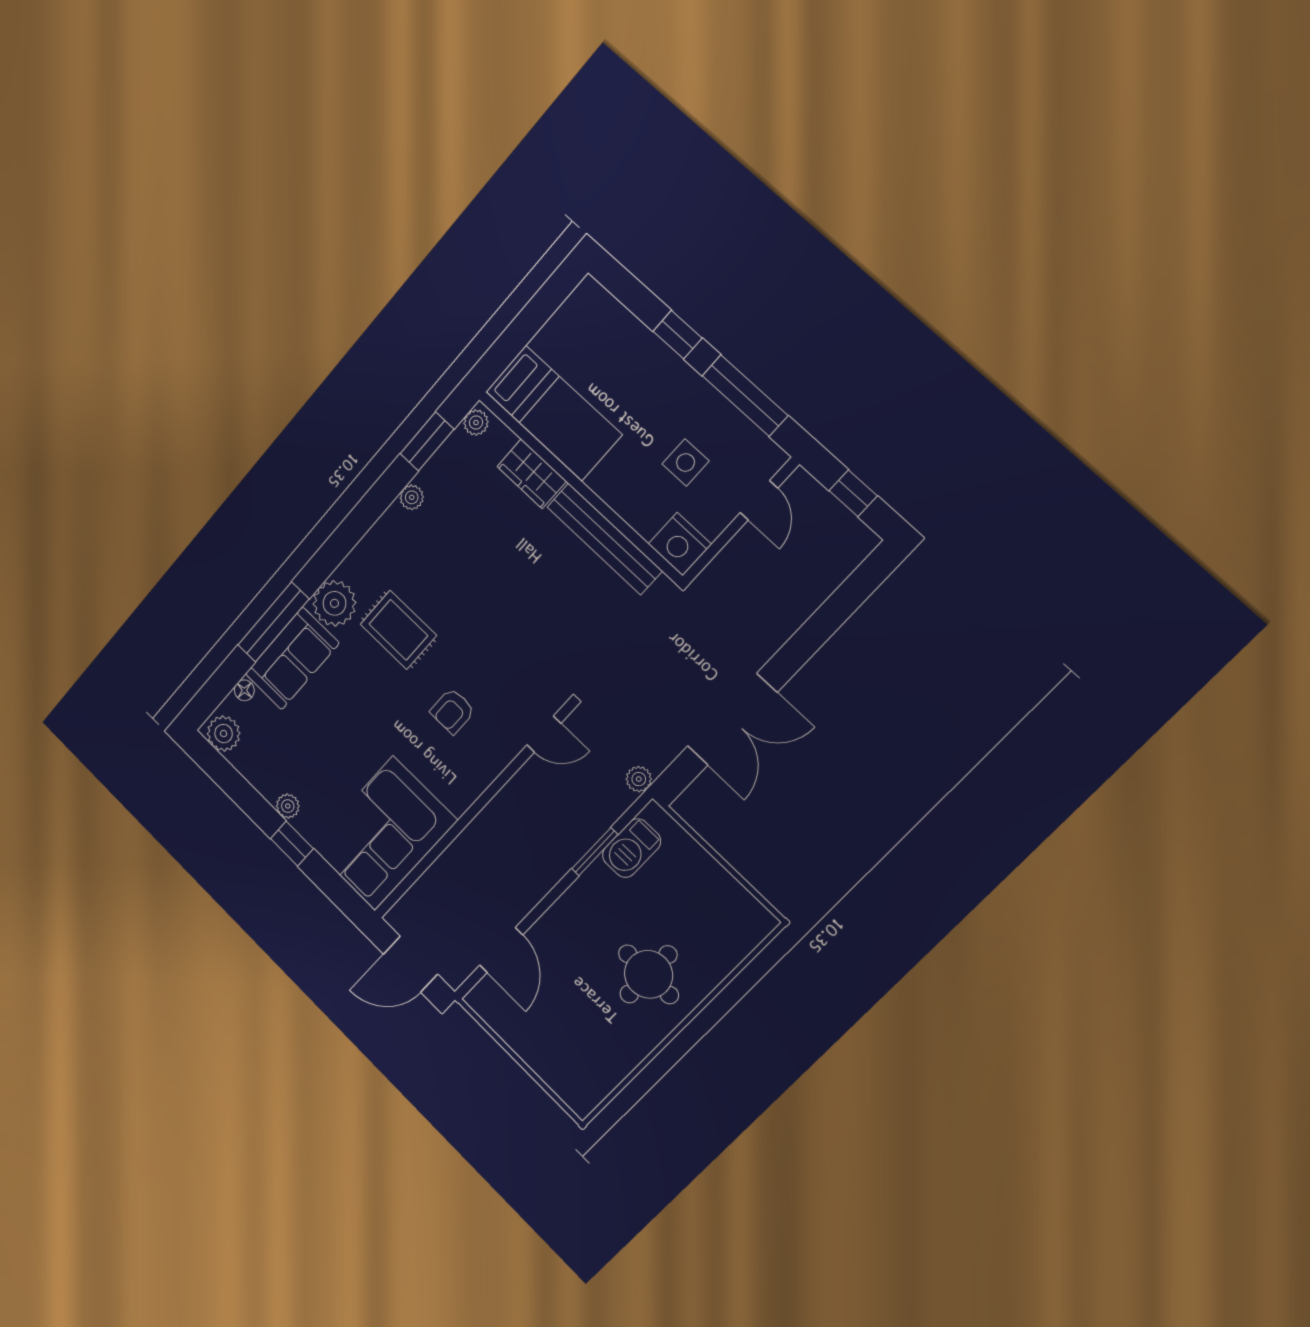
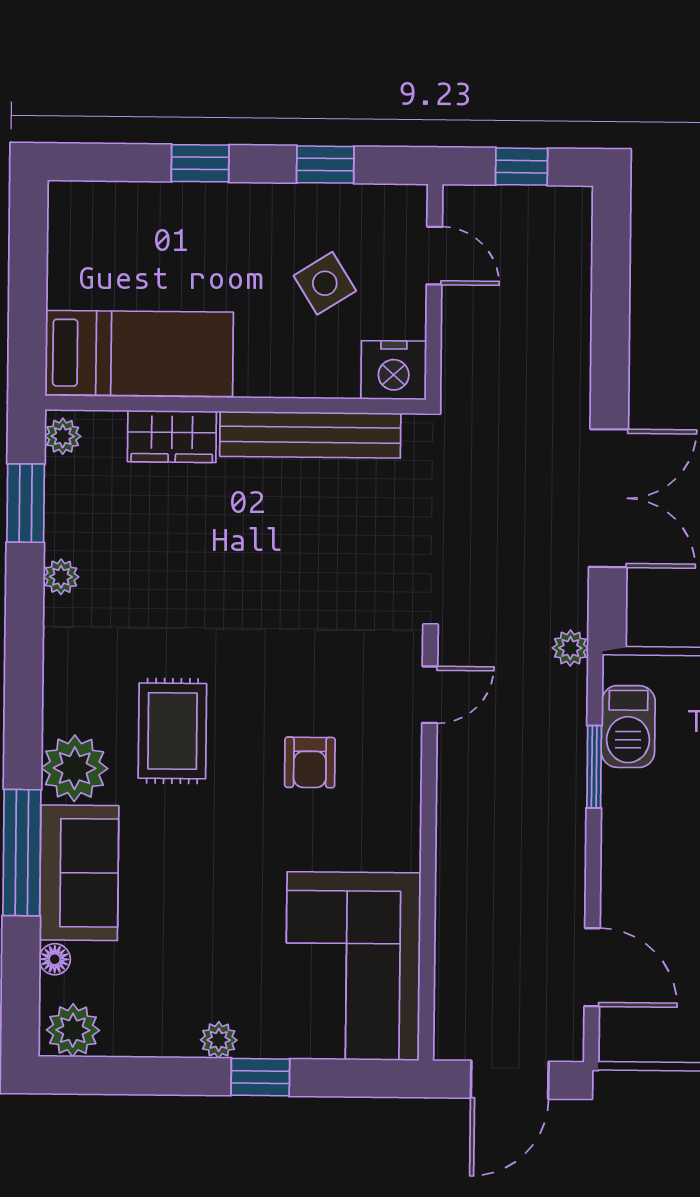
window: (745, 396) -> (325, 165), width x0.46
side table: (686, 462) -> (325, 283), turned -32
rug: (398, 630) -> (172, 731), turned 90

